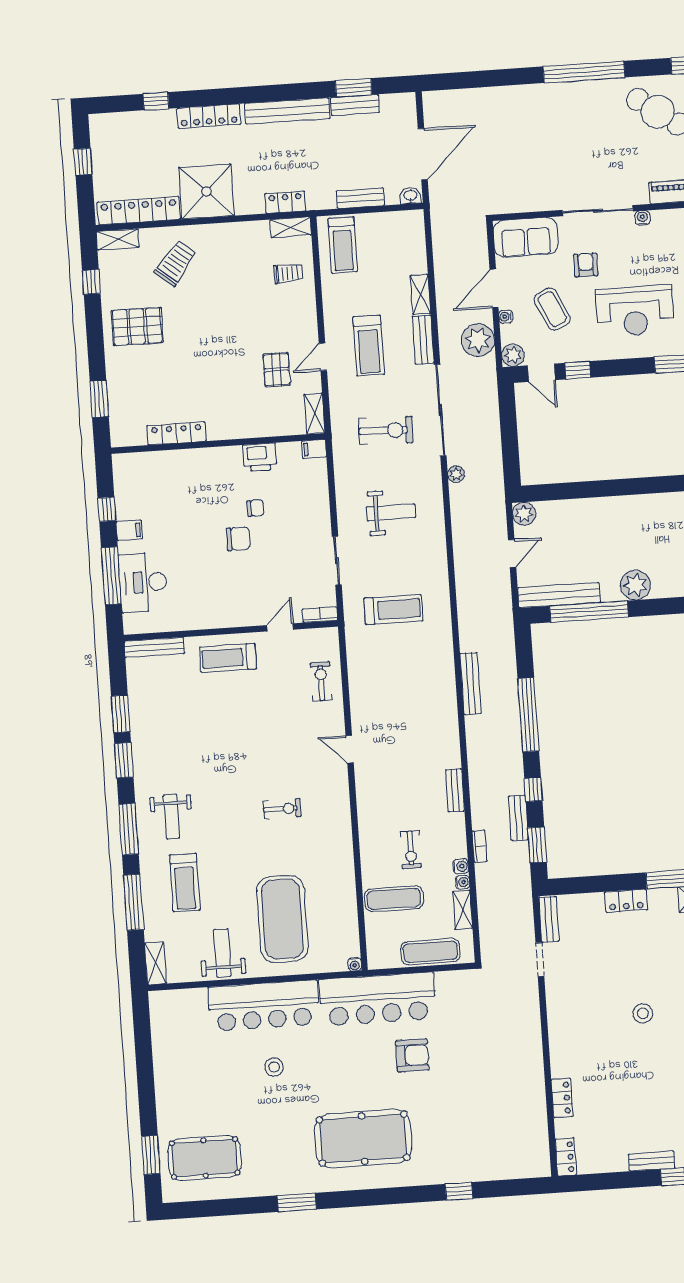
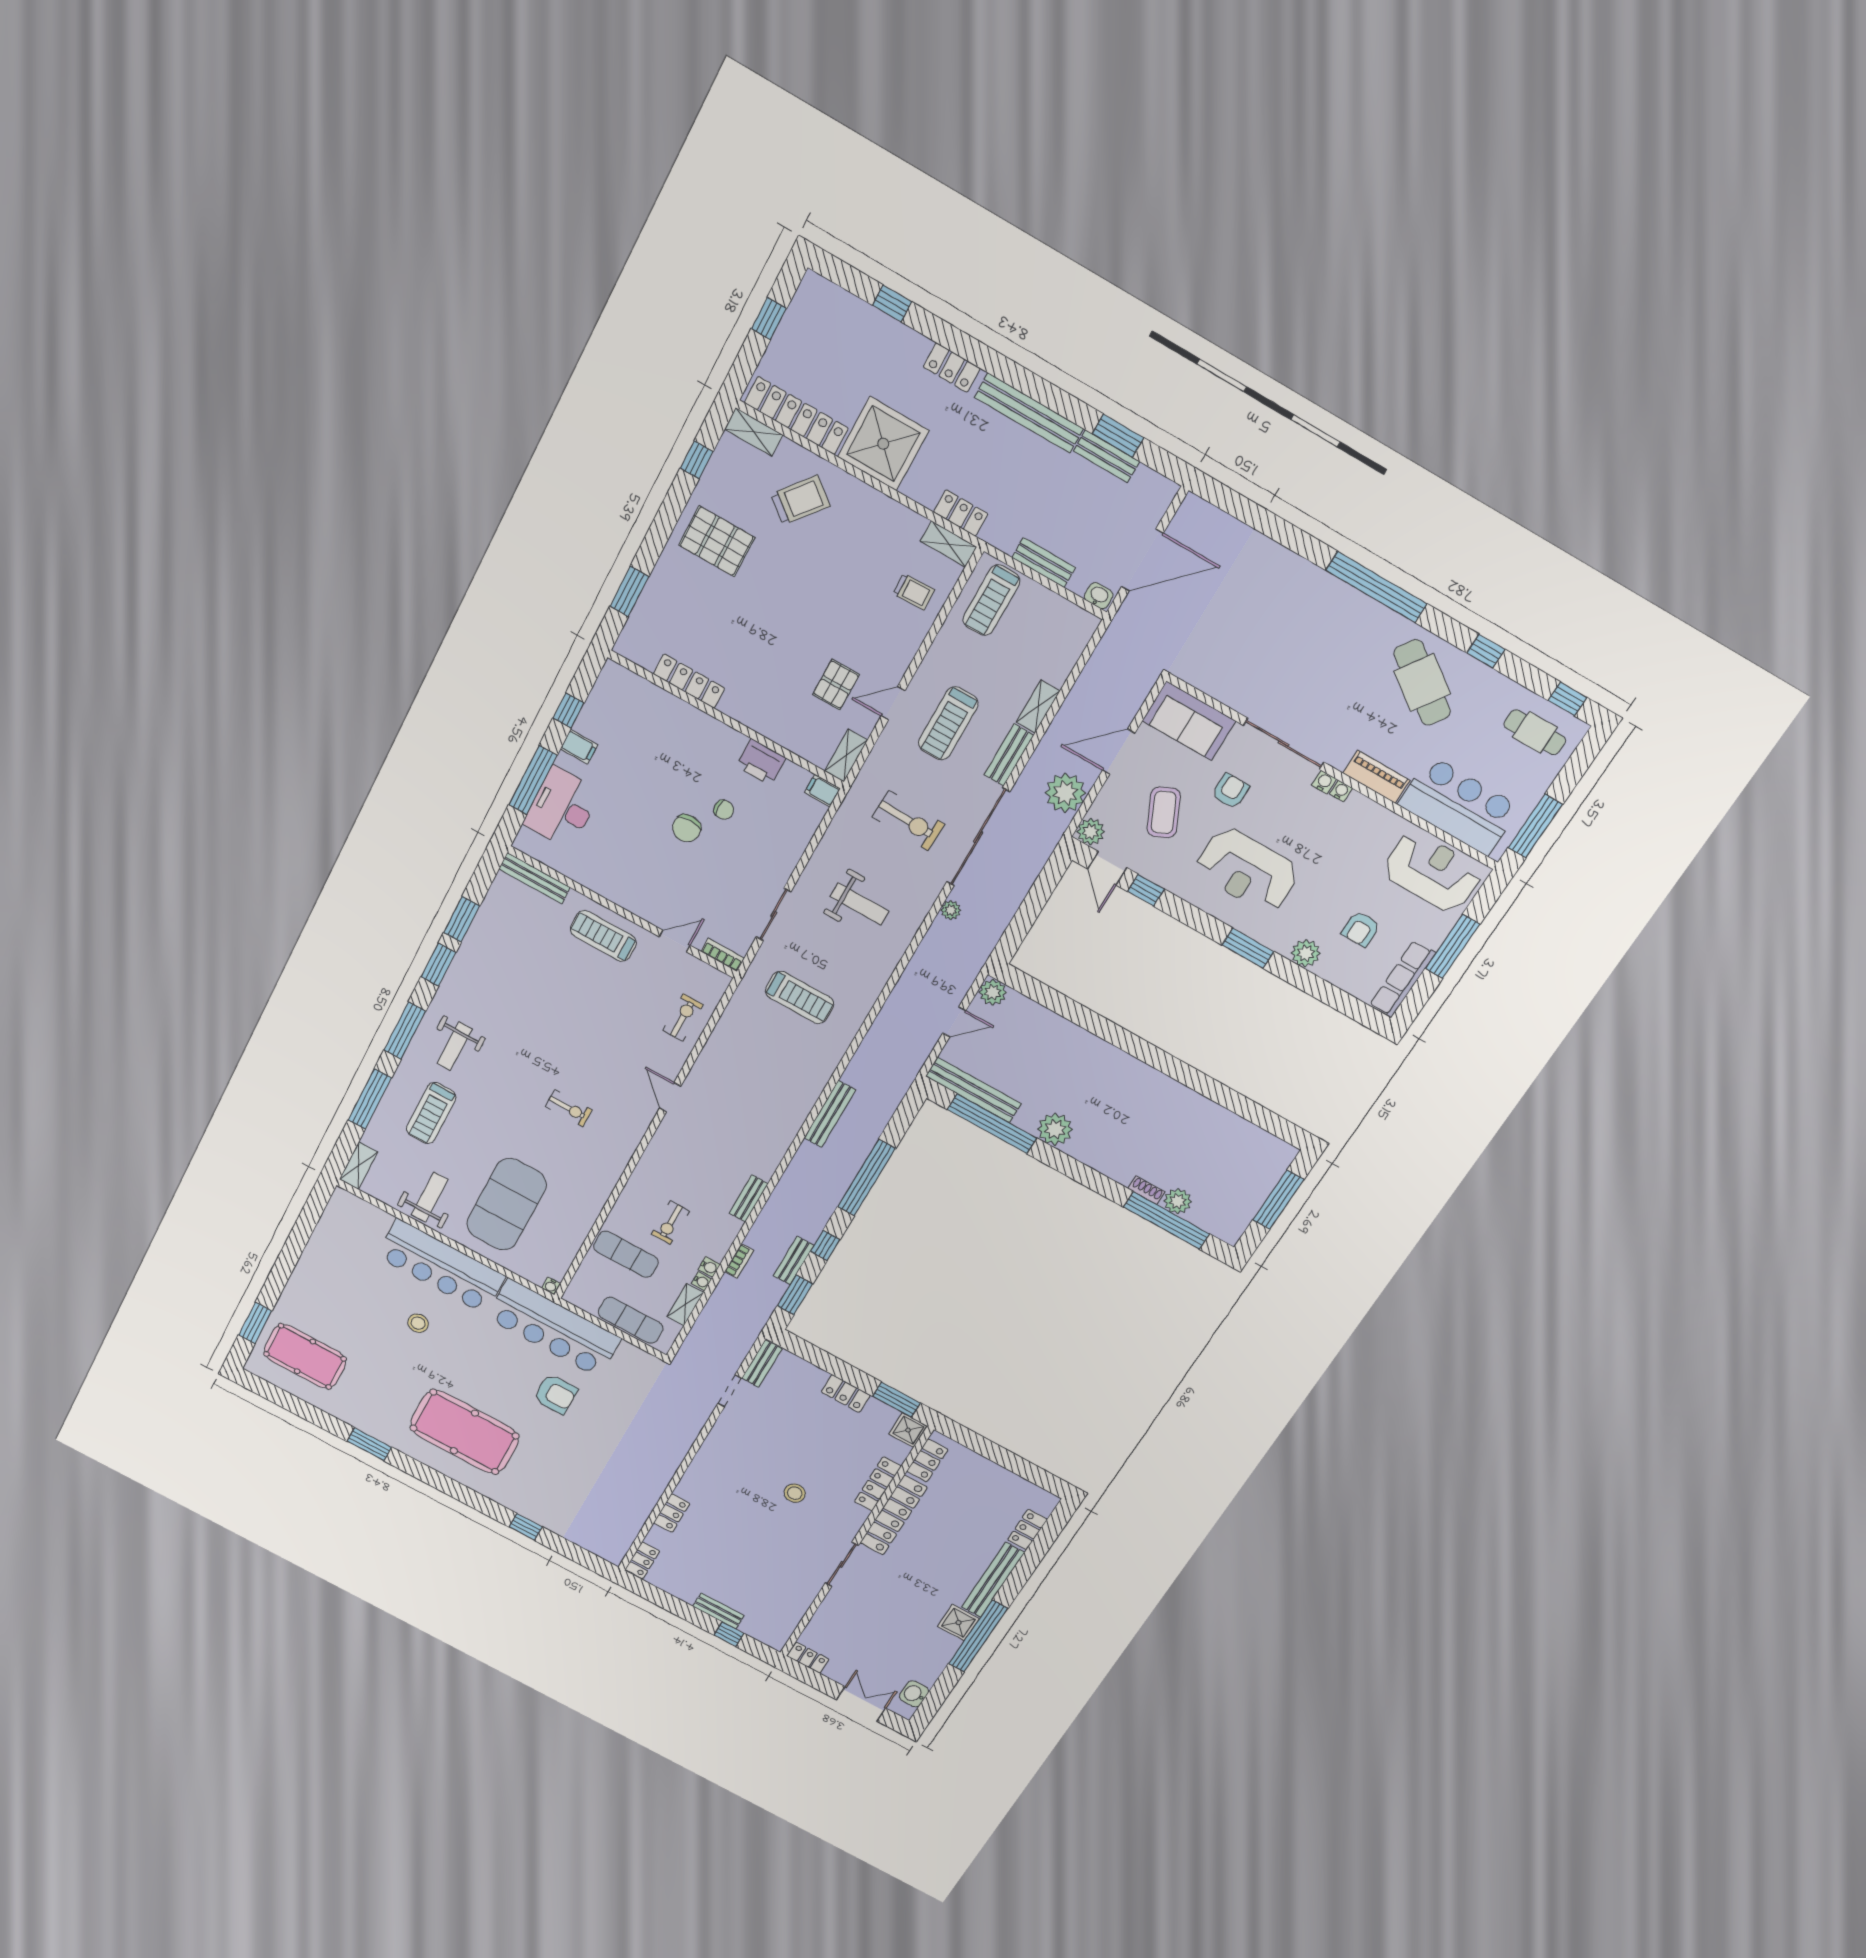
locker: (209, 116) -> (952, 368), width x0.66
water cooler: (506, 317) -> (1341, 791), moved, turned 90
chair: (238, 539) -> (687, 828), turned 90

